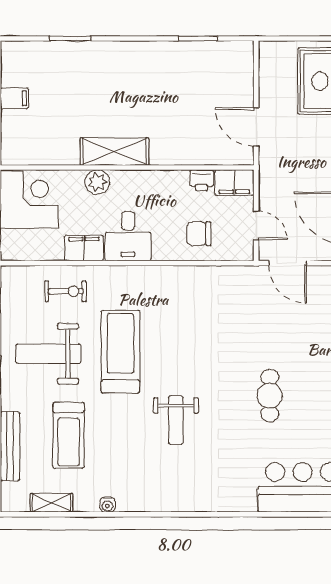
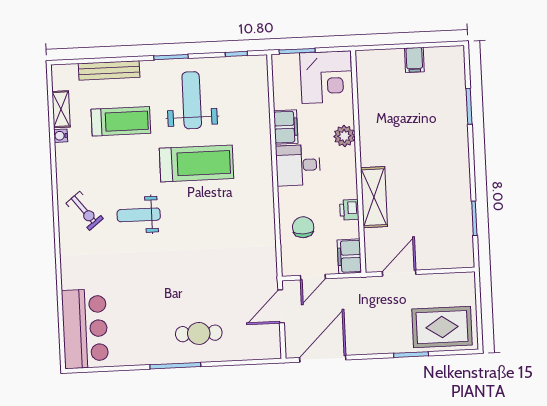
shelving: (114, 152) -> (374, 197), moved
printer: (202, 180) -> (349, 210), moved
exercise bike: (66, 291) -> (85, 211), moved, turned -38
cafe table: (270, 396) -> (199, 333), moved
treadmill: (69, 435) -> (121, 121), turned 180
water cooler: (107, 505) -> (61, 136), moved

